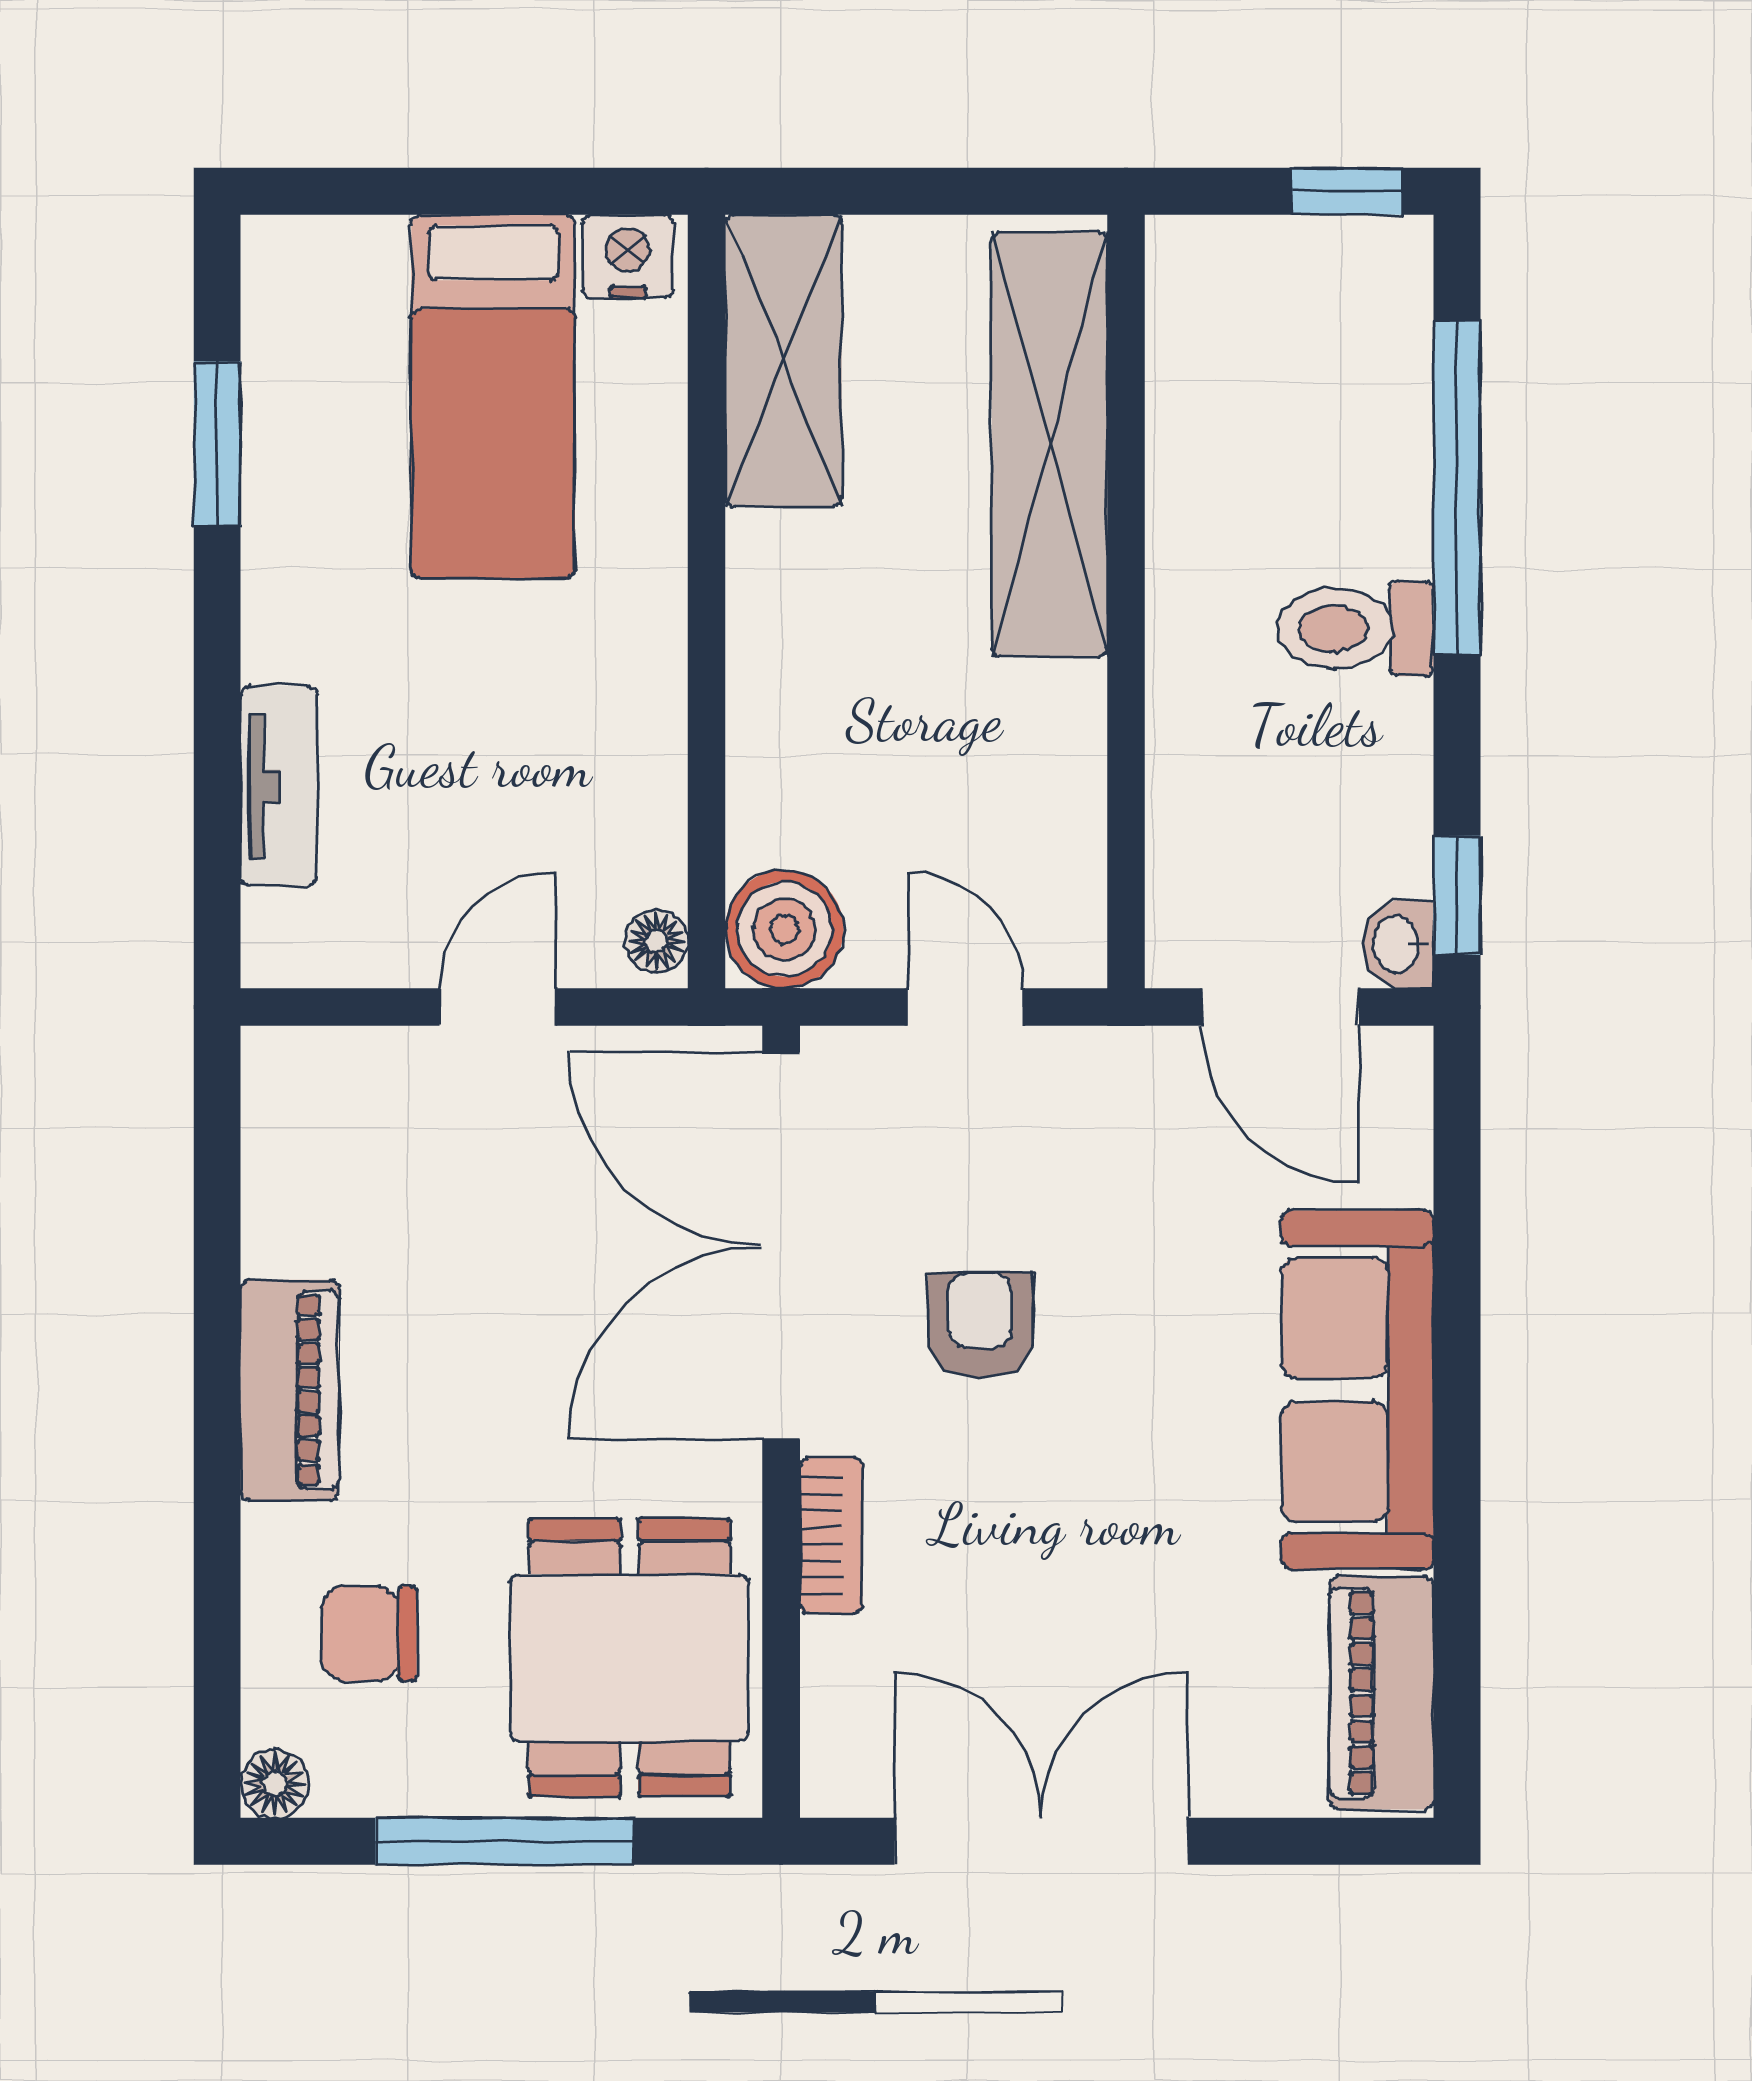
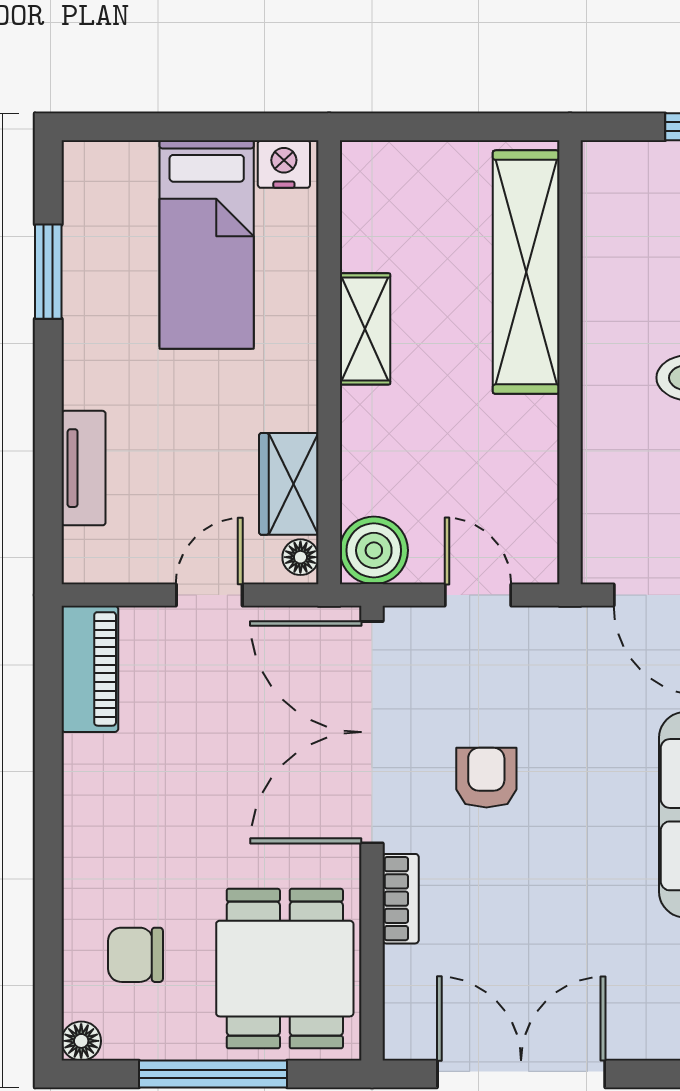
shelving: (784, 360) -> (365, 329), moved, width x0.67, depth x0.75
wardrobe: (636, 813) -> (289, 484), added
piano: (290, 1390) -> (90, 669), moved

